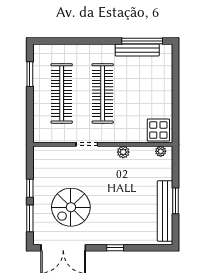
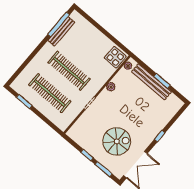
spiral stairs: (71, 207) -> (117, 141), turned -90
bench: (165, 211) -> (152, 82), moved

